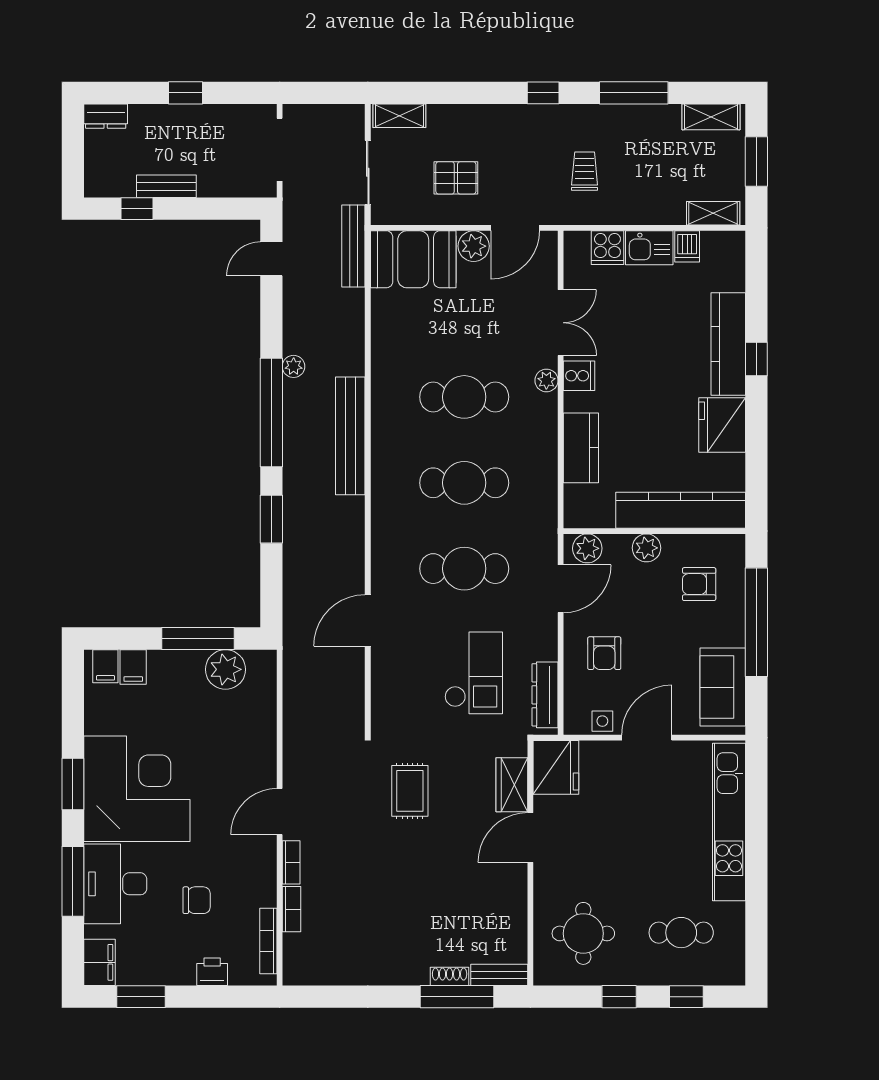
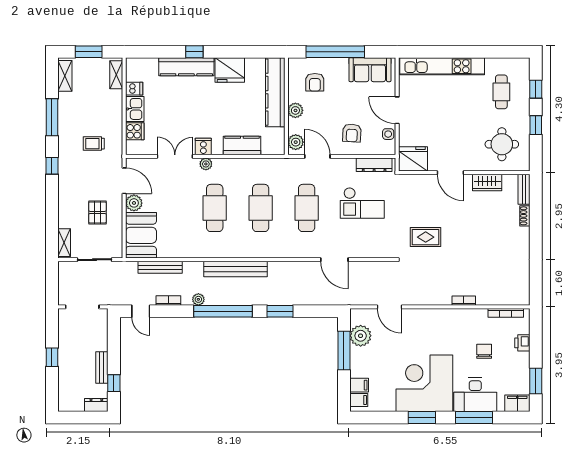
dresser: (106, 116) -> (96, 405), moved, turned -90
bench: (353, 246) -> (160, 267), moved
armchair: (604, 653) -> (352, 133), turned 93
checkout: (474, 673) -> (362, 203), turned 180
wardrobe: (512, 785) -> (487, 183), moved
door: (280, 812) -> (390, 307), moved
bookcase: (291, 909) -> (168, 300), moved
window: (457, 997) -> (536, 212), removed

